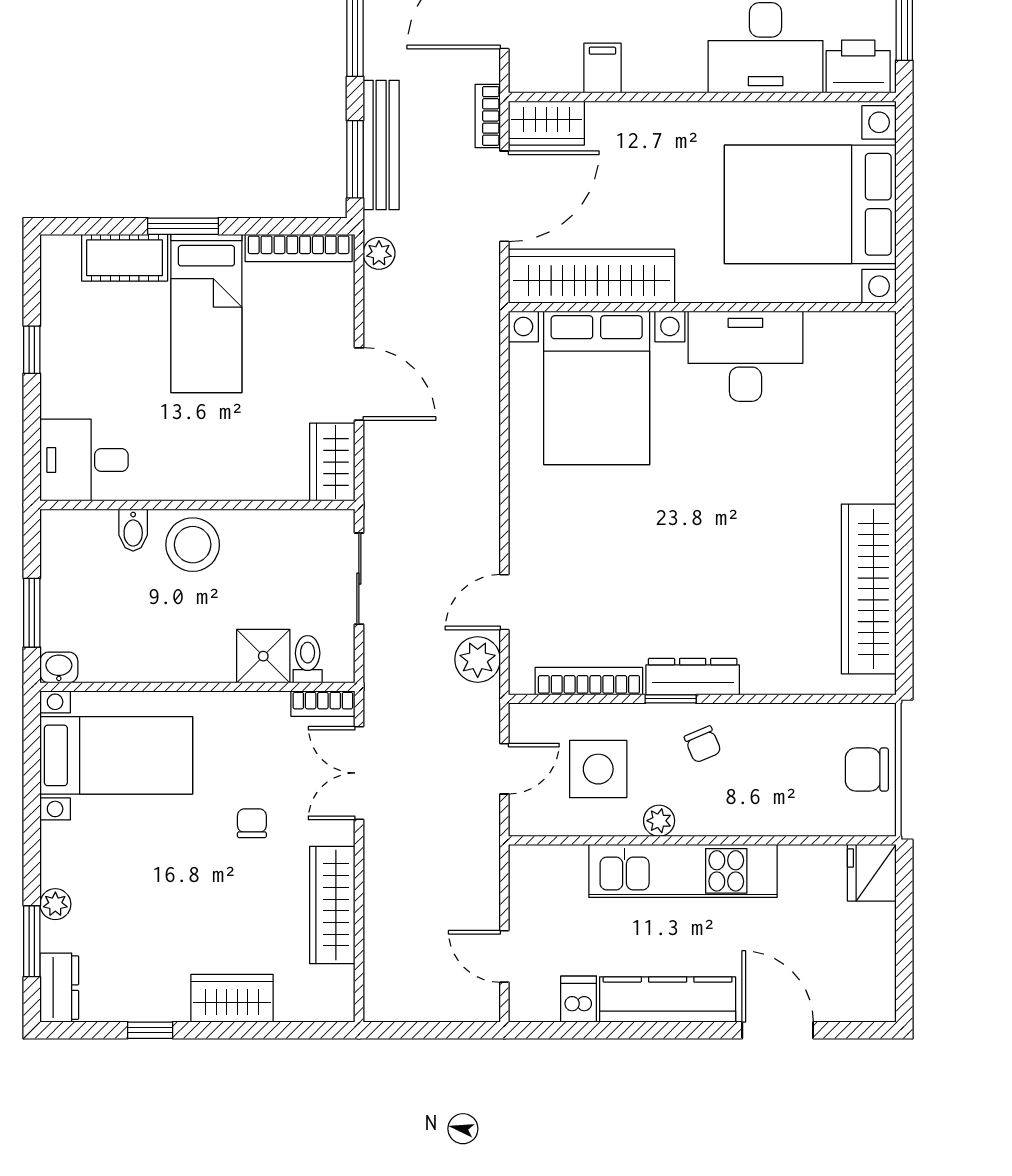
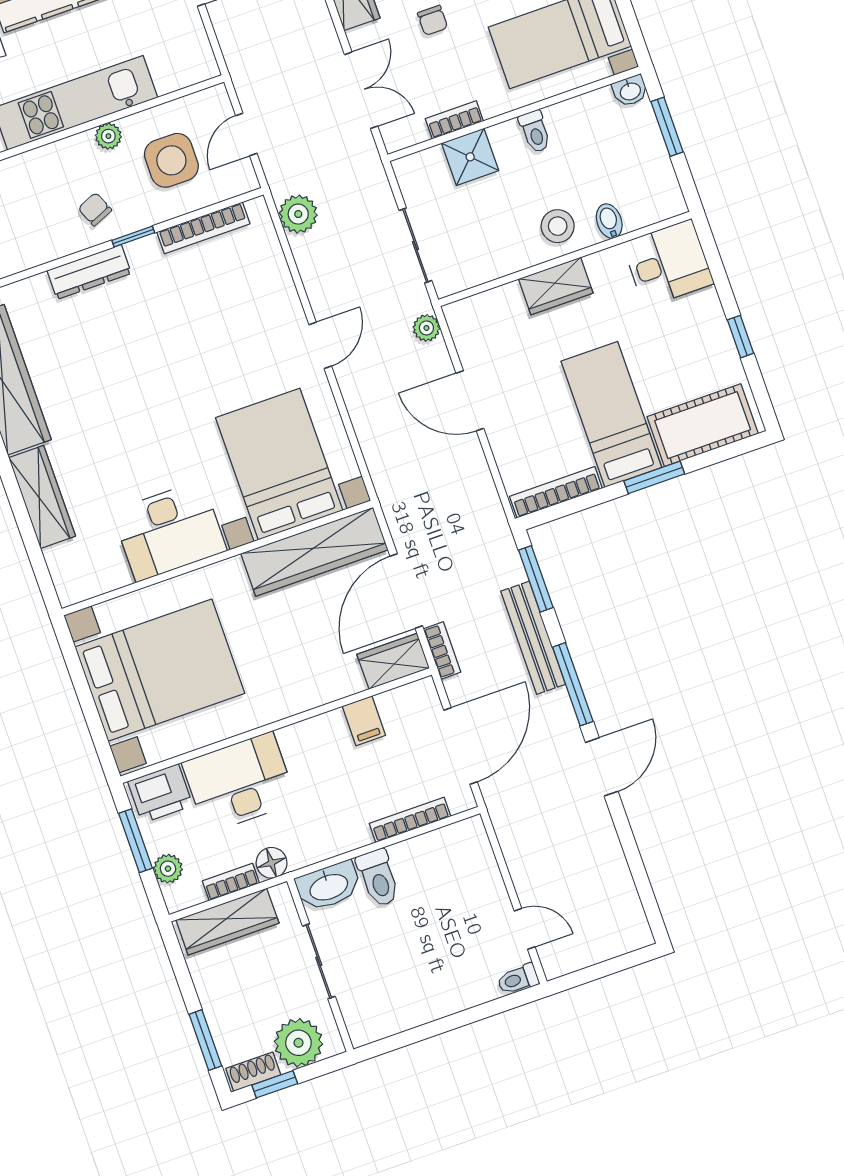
bench: (381, 145) -> (533, 638), moved
plant: (379, 253) -> (426, 328), moved
cot: (125, 258) -> (703, 425), width x1.37, depth x1.34
wardrobe: (874, 444) -> (42, 497), added
wardrobe: (332, 462) -> (556, 286), moved, turned 90
stool: (193, 545) -> (558, 226), width x0.73, depth x0.73
door: (504, 602) -> (320, 345), moved
toilet: (308, 659) -> (535, 131), moved
dresser: (693, 677) -> (89, 272), moved
bookcase: (323, 704) -> (454, 120), moved

